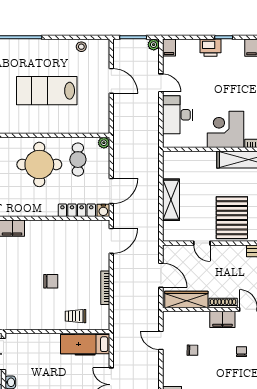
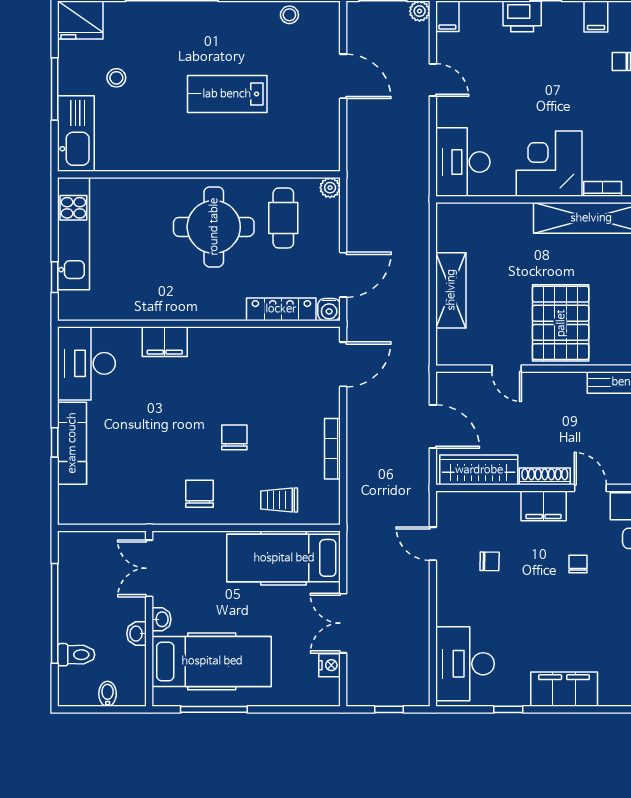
lab bench: (47, 91) -> (227, 94), width x0.73, depth x0.72
desk: (178, 115) -> (463, 162), moved
chair: (51, 281) -> (234, 437), turned -90
chair: (31, 313) -> (199, 494), added
hospital bed: (85, 344) -> (284, 558), width x1.37, depth x1.29

